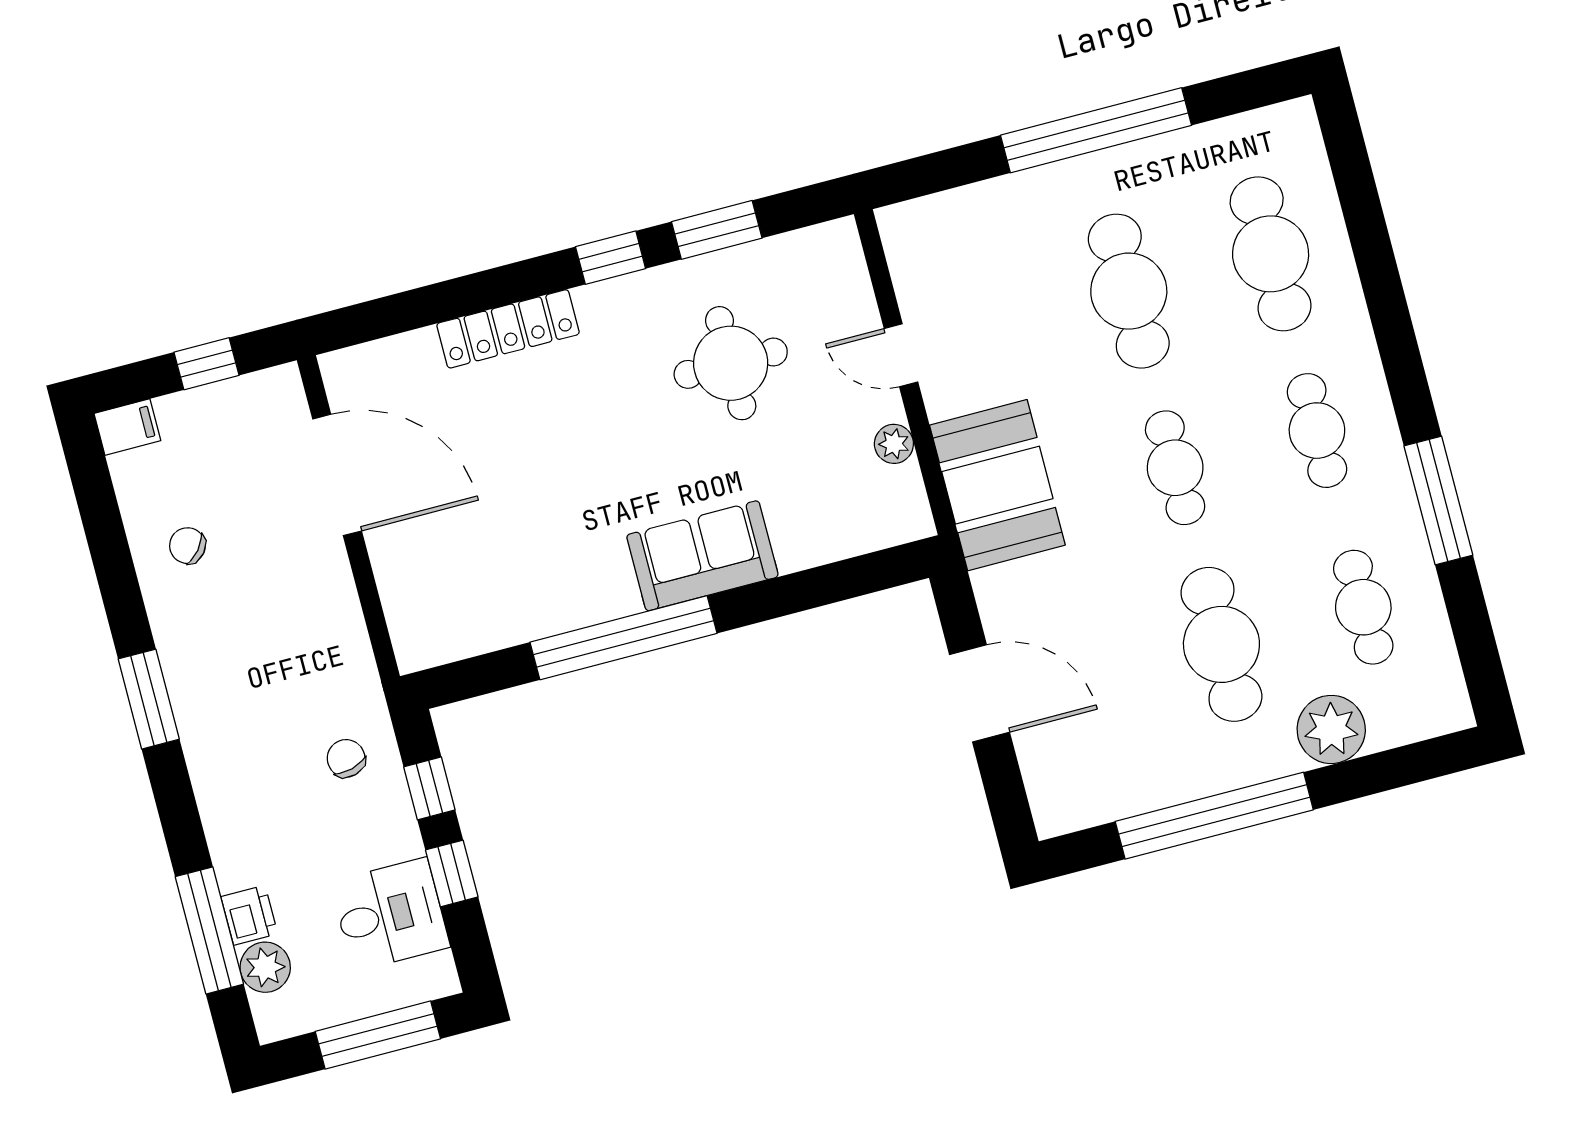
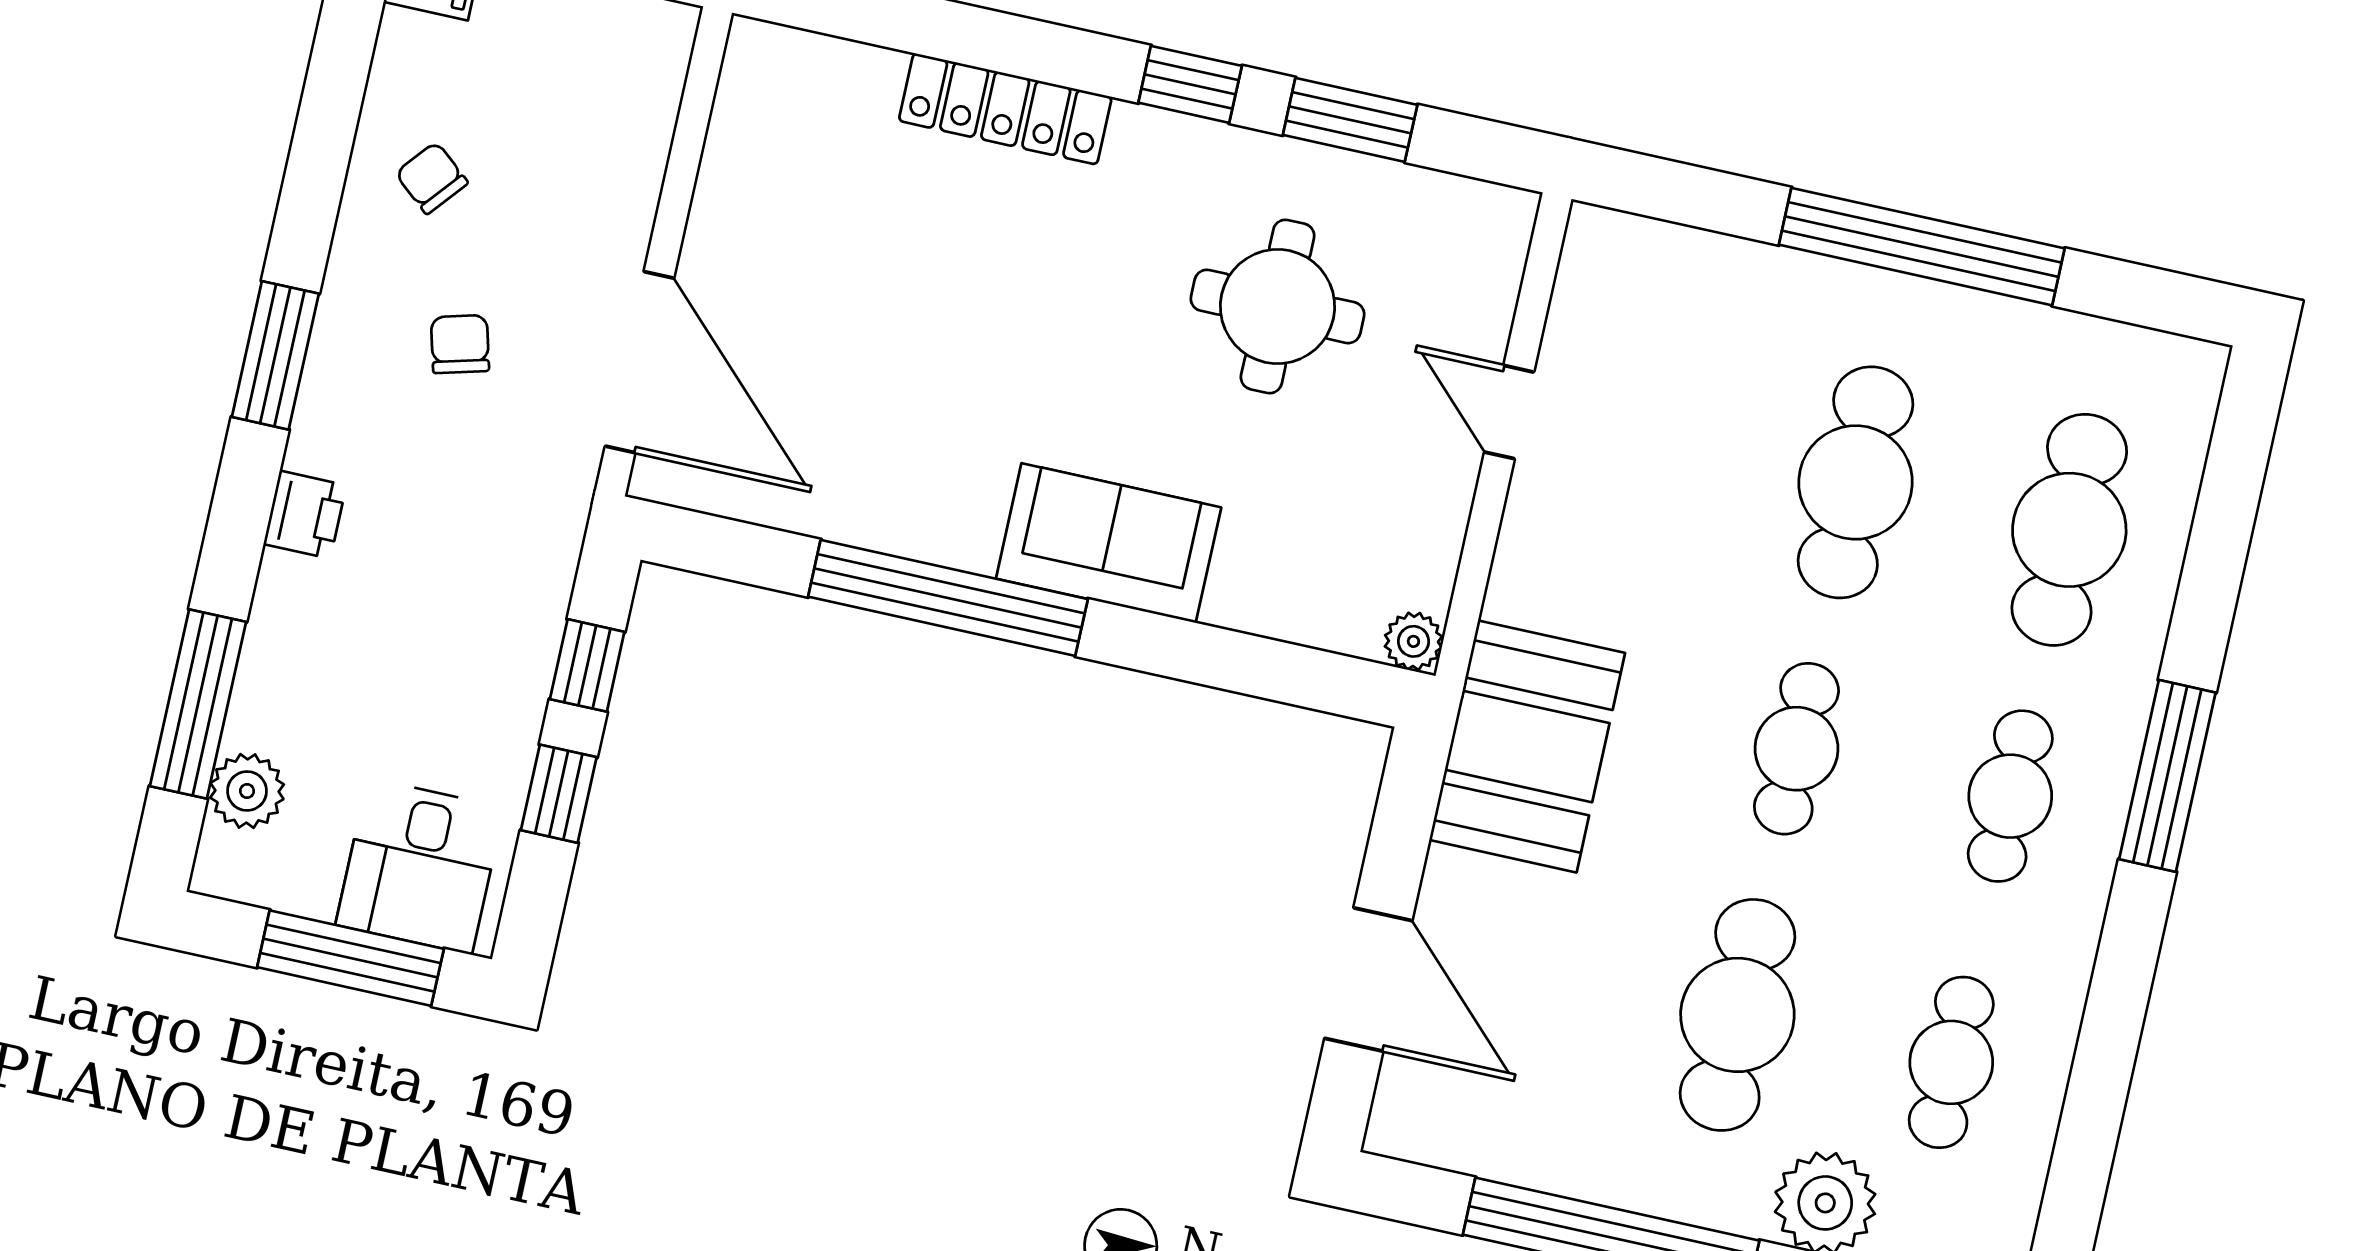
plant: (894, 444) -> (1413, 641), moved
door: (337, 475) -> (639, 362), moved
booth: (997, 485) -> (1527, 746), moved
window: (1438, 501) -> (2167, 776), moved
door: (980, 693) -> (1368, 980), moved
chair: (346, 758) -> (460, 344), moved
printer: (249, 915) -> (305, 515), moved
desk: (390, 915) -> (420, 866), moved, turned 90

